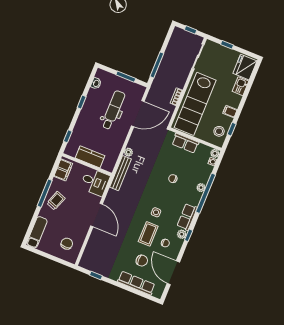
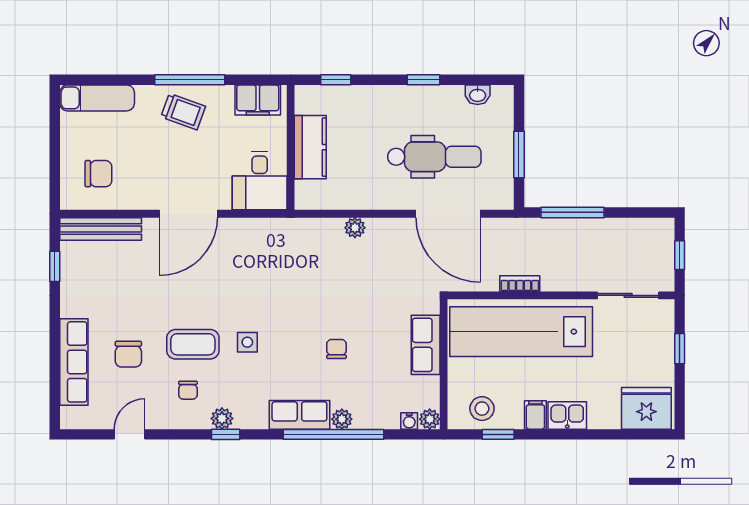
kitchen sink: (240, 86) -> (567, 415), moved
bench: (121, 173) -> (101, 229), moved
row of seats: (187, 217) -> (299, 415), moved
door: (173, 273) -> (130, 434), width x0.53

